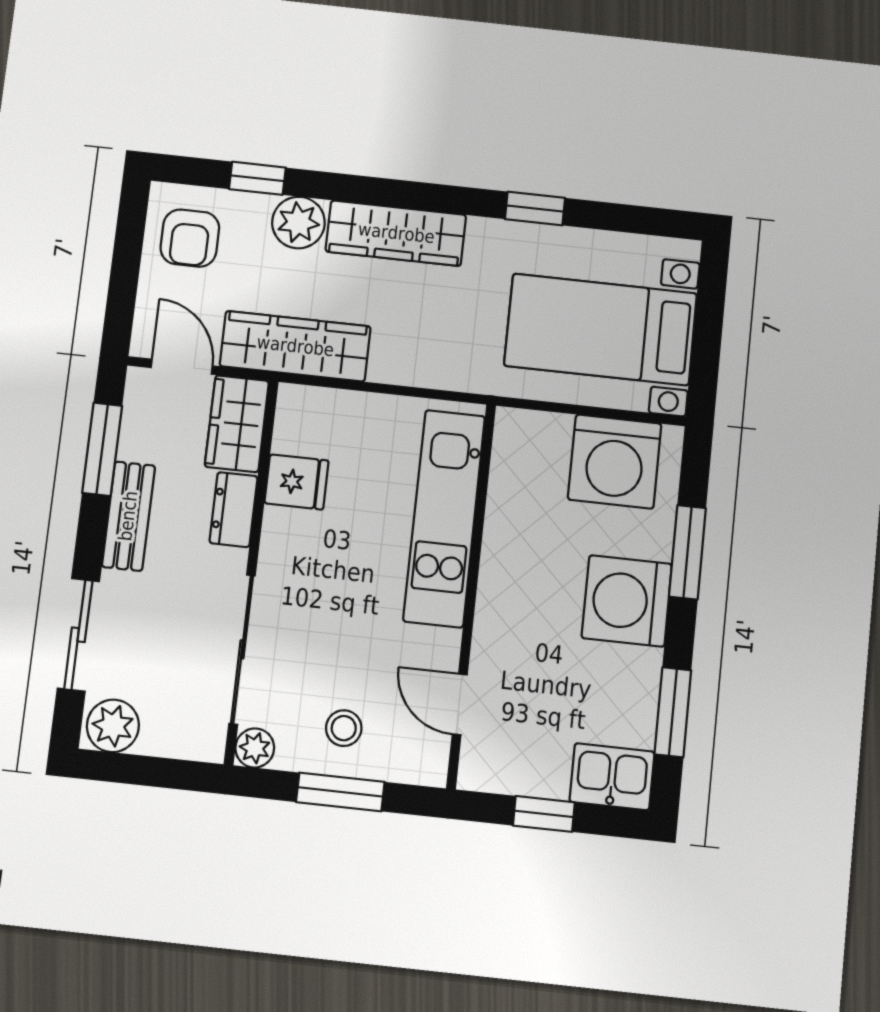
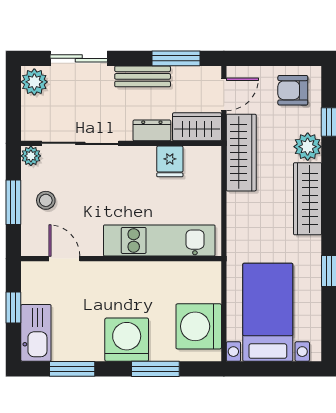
door: (460, 704) -> (64, 259), hinge flipped
kitchen sink: (612, 777) -> (36, 333), width x1.38

